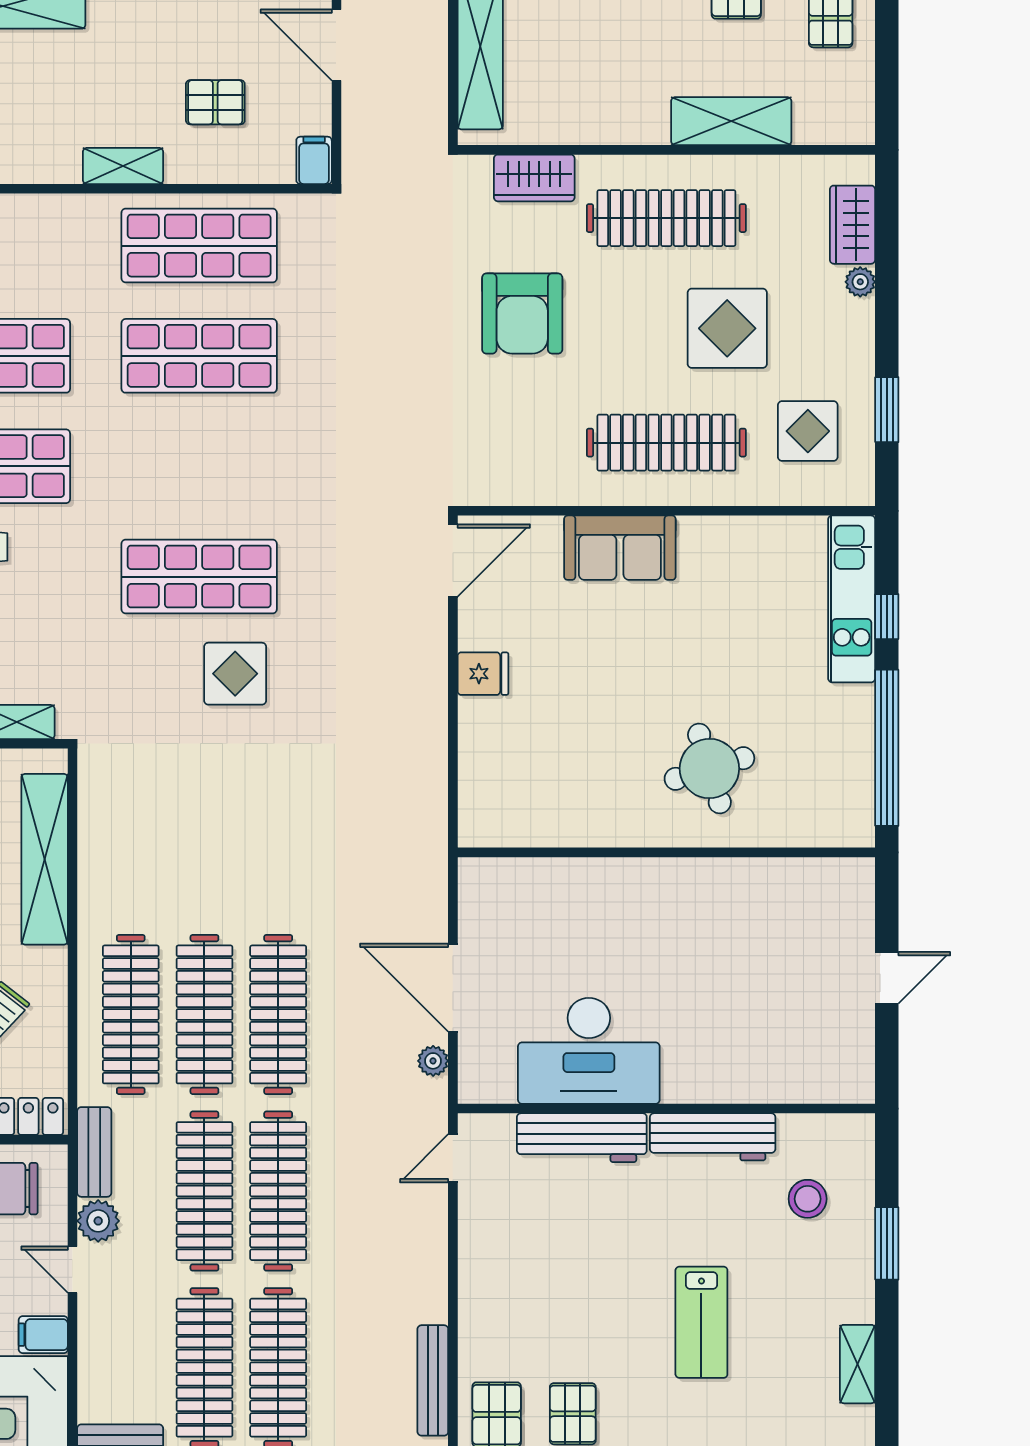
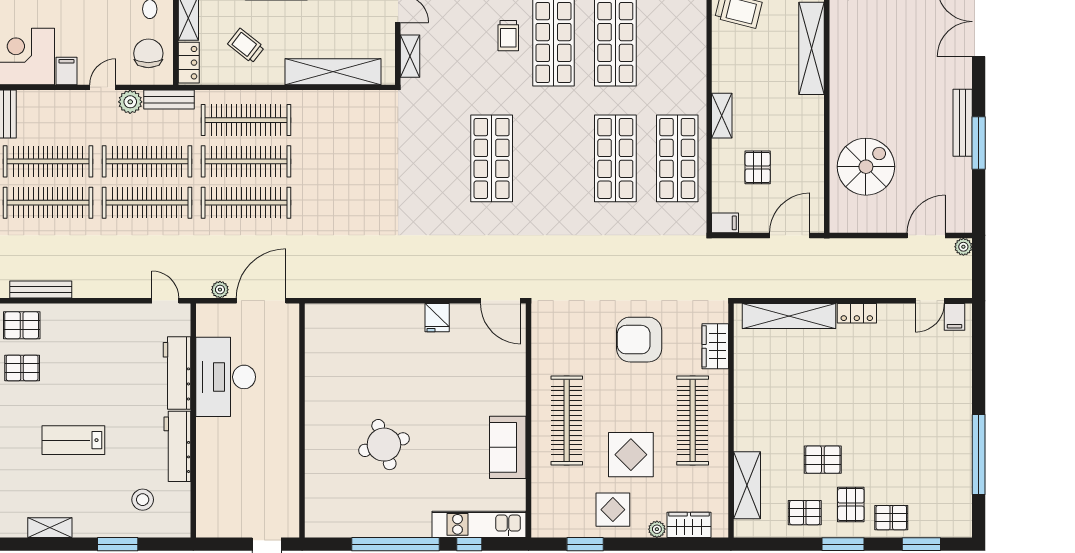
shelving: (731, 121) -> (747, 485), moved
display table: (808, 431) -> (613, 510), moved
sofa: (620, 548) -> (508, 447), moved
display table: (235, 674) -> (437, 179), removed
wall: (666, 852) -> (302, 420), moved

